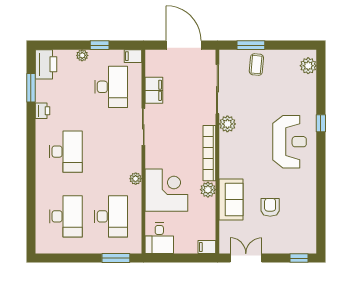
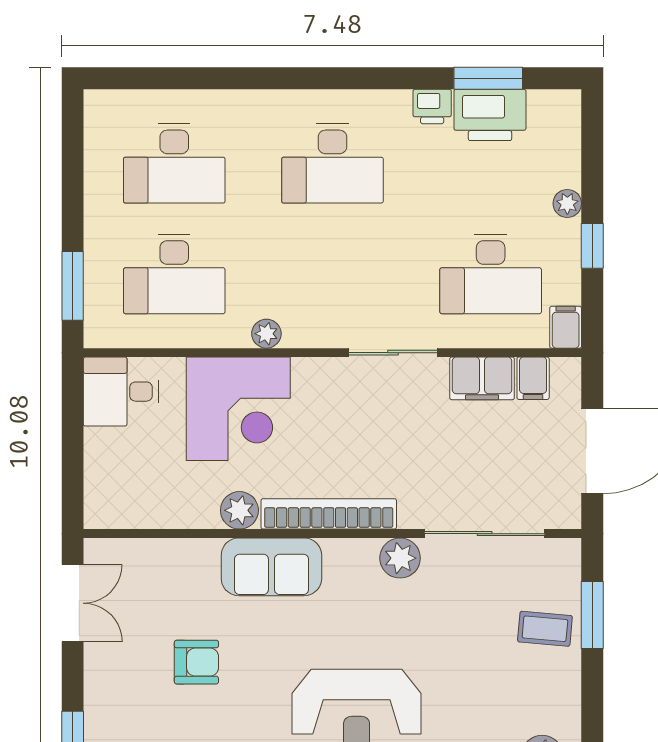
printer: (46, 64) -> (490, 115), moved
sofa: (231, 200) -> (271, 567), moved
filing cabinet: (207, 247) -> (533, 378), moved, turned 180

